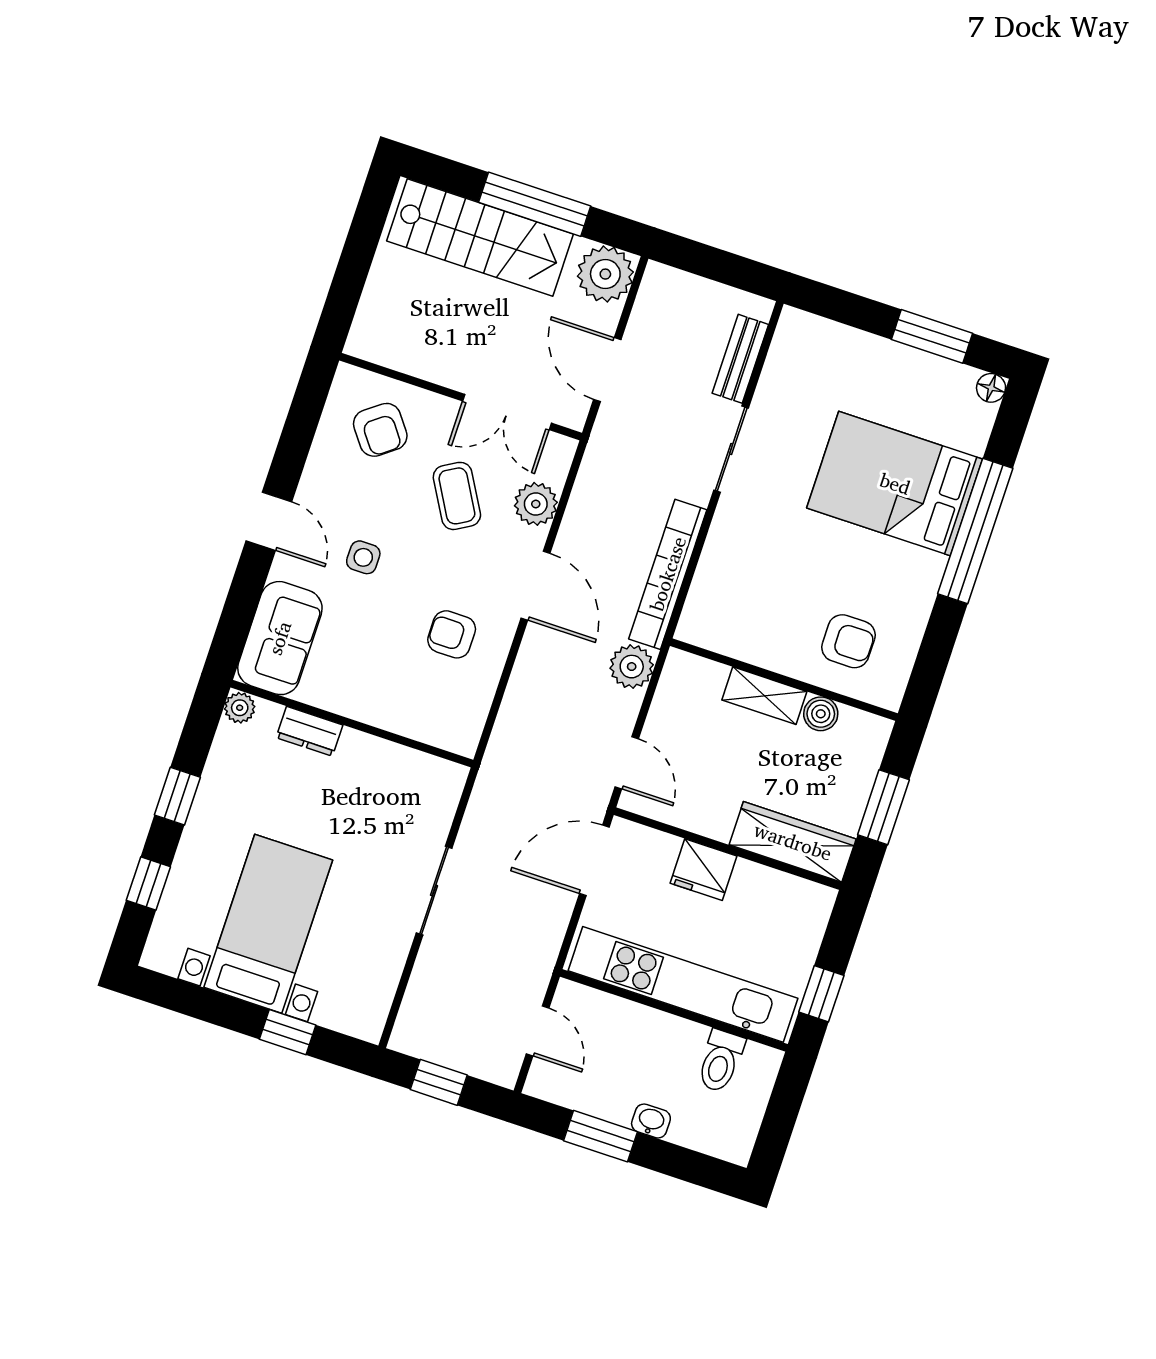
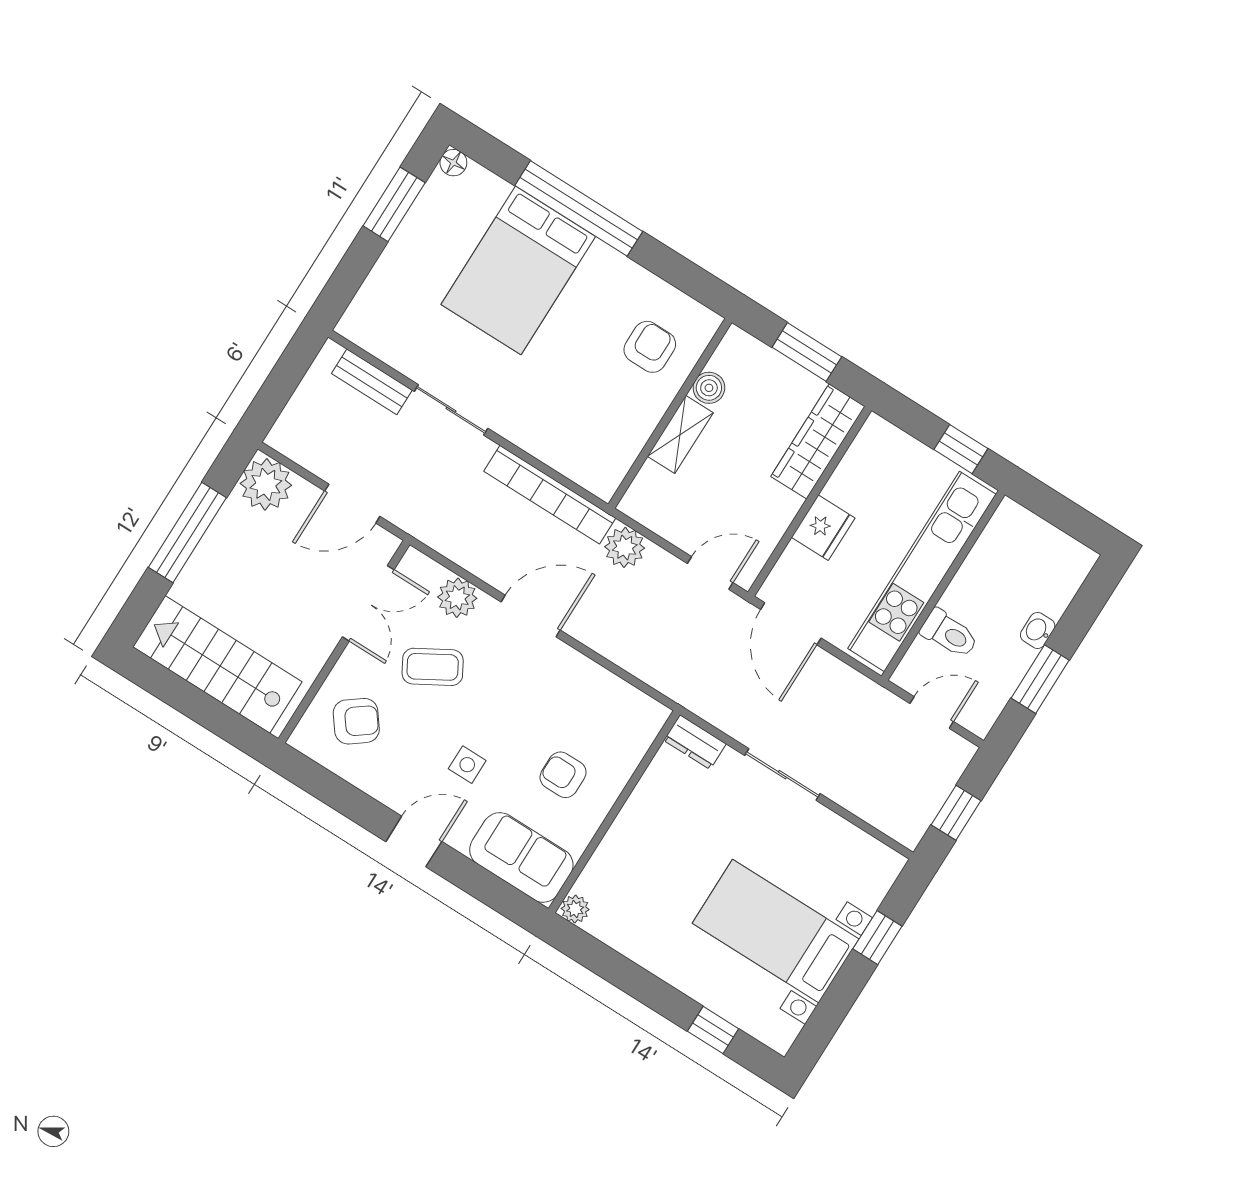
stairs: (480, 237) -> (217, 664), moved, turned -90
armchair: (452, 634) -> (563, 775), moved, turned 90
dresser: (309, 731) -> (695, 742), moved, turned 90
window: (177, 796) -> (641, 985), removed
toilet: (721, 1061) -> (949, 634), moved

